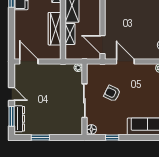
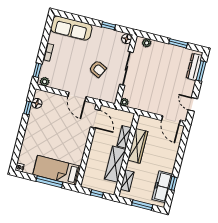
door: (11, 94) -> (193, 104), moved
plant: (71, 130) -> (147, 43), added

